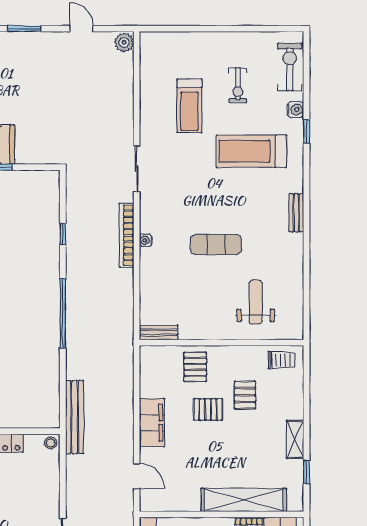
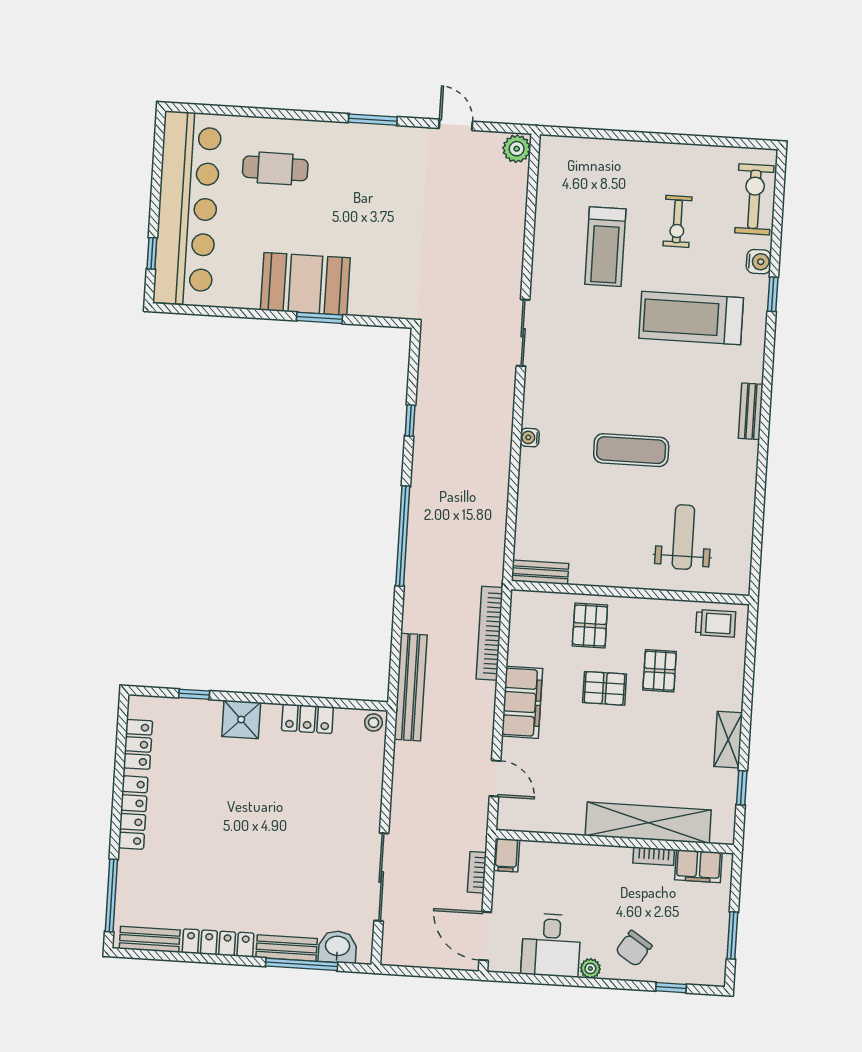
bookcase: (127, 235) -> (490, 633), moved

